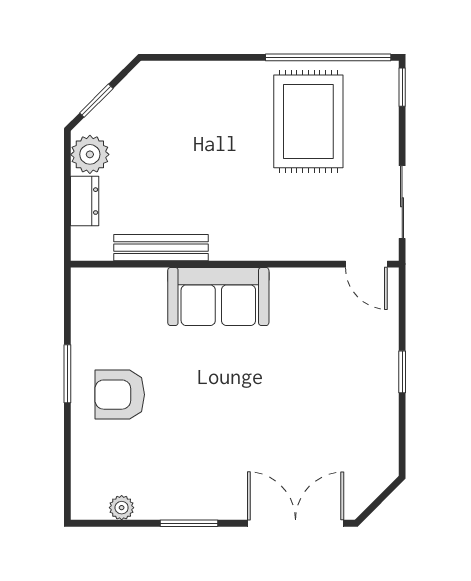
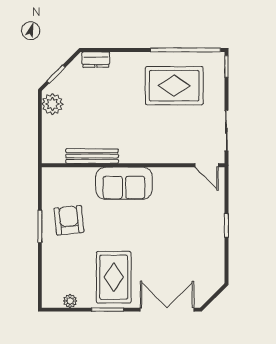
rug: (308, 121) -> (174, 86), turned 90
dresser: (85, 201) -> (96, 60), moved, turned 90
armchair: (120, 395) -> (69, 220), moved, turned 84
rug: (200, 465) -> (114, 277), added

